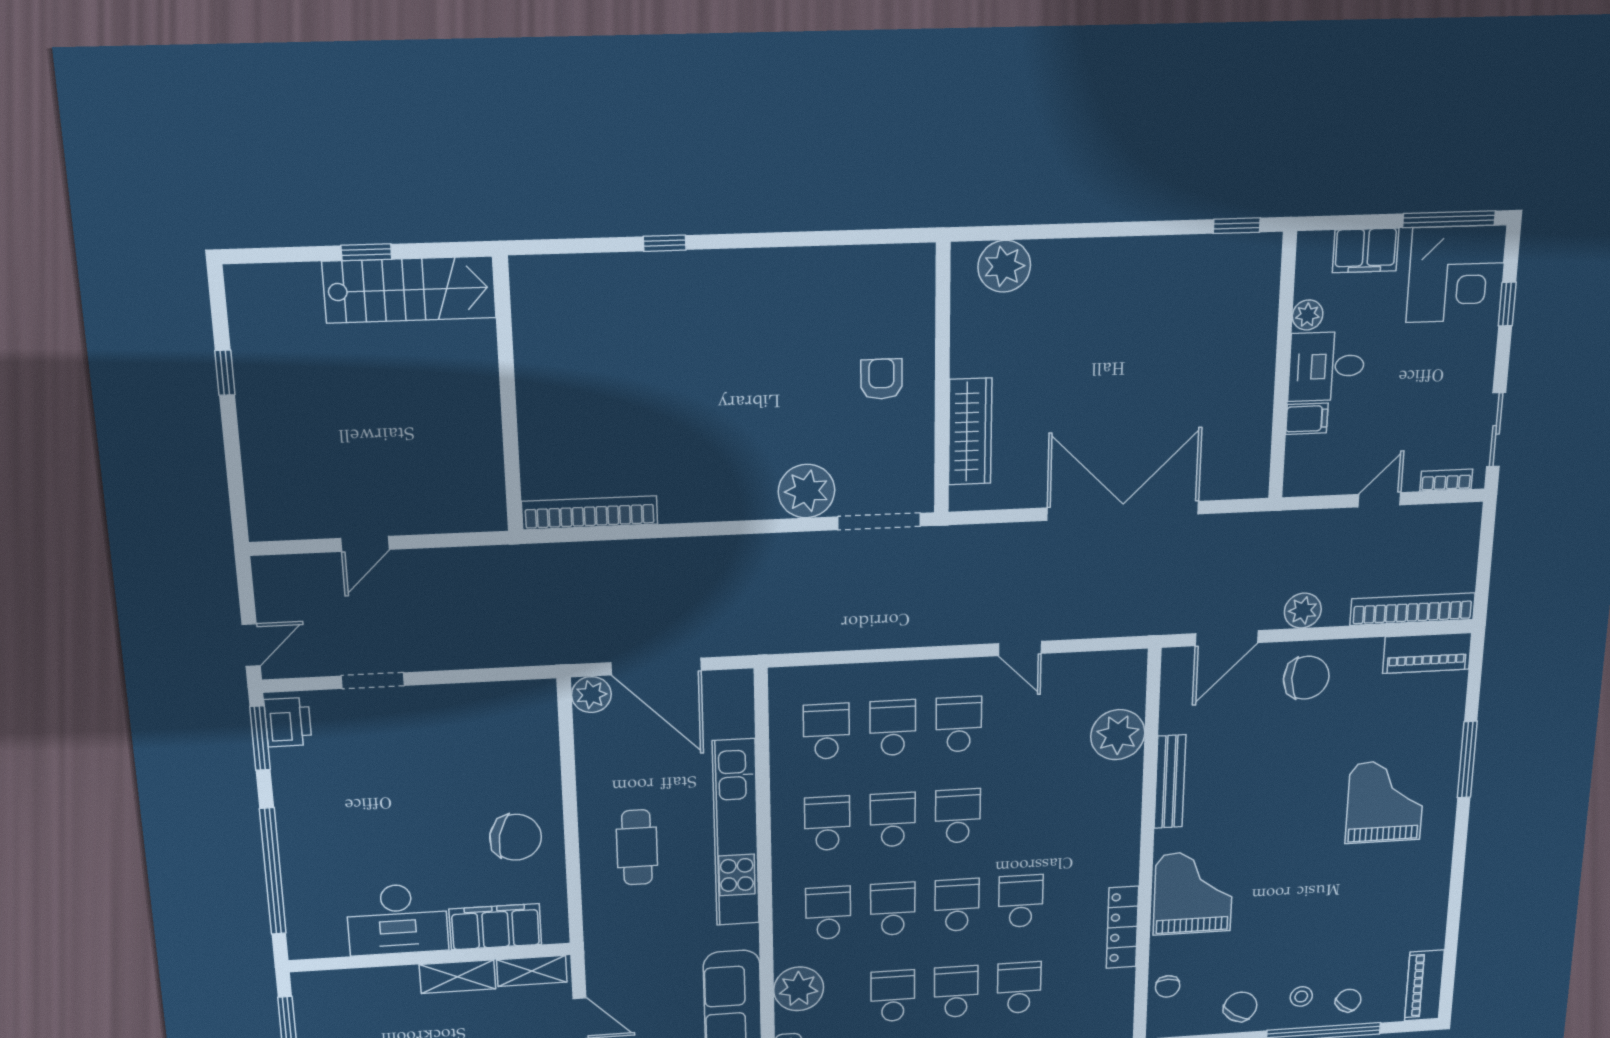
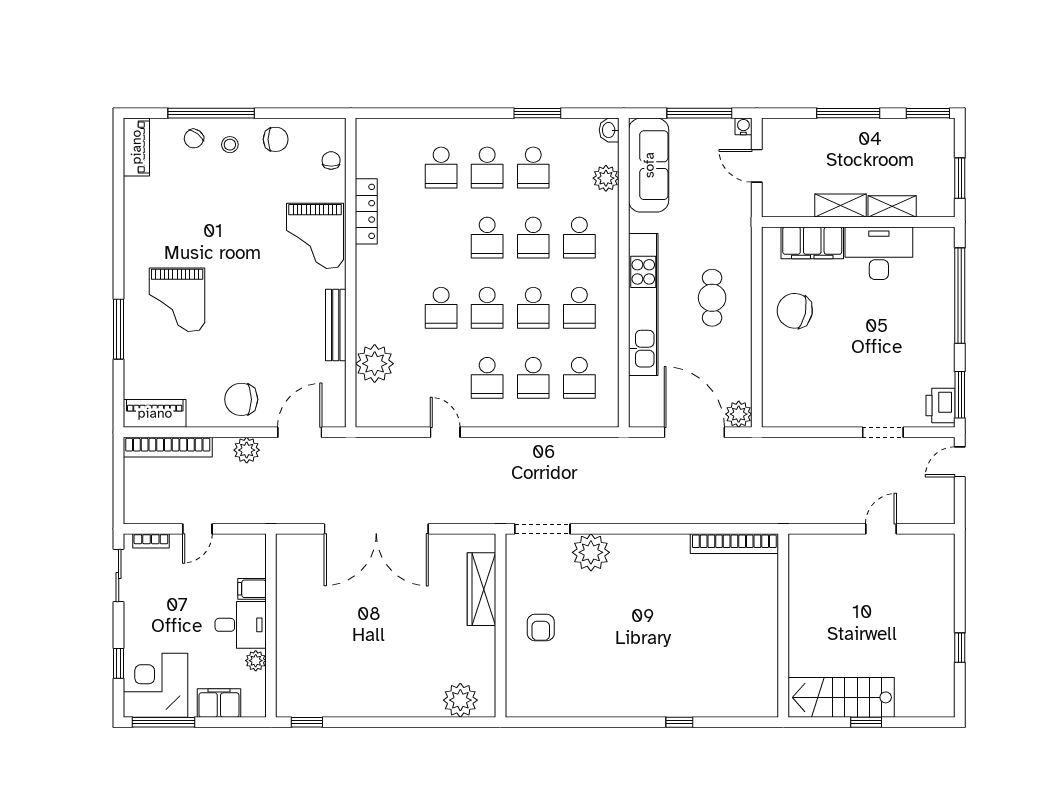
school desk: (1021, 901) -> (441, 308), moved
shelving: (532, 971) -> (892, 206), moved
plant: (799, 989) -> (606, 178), width x0.73, depth x0.73
chair: (1240, 1007) -> (276, 139), turned -123

